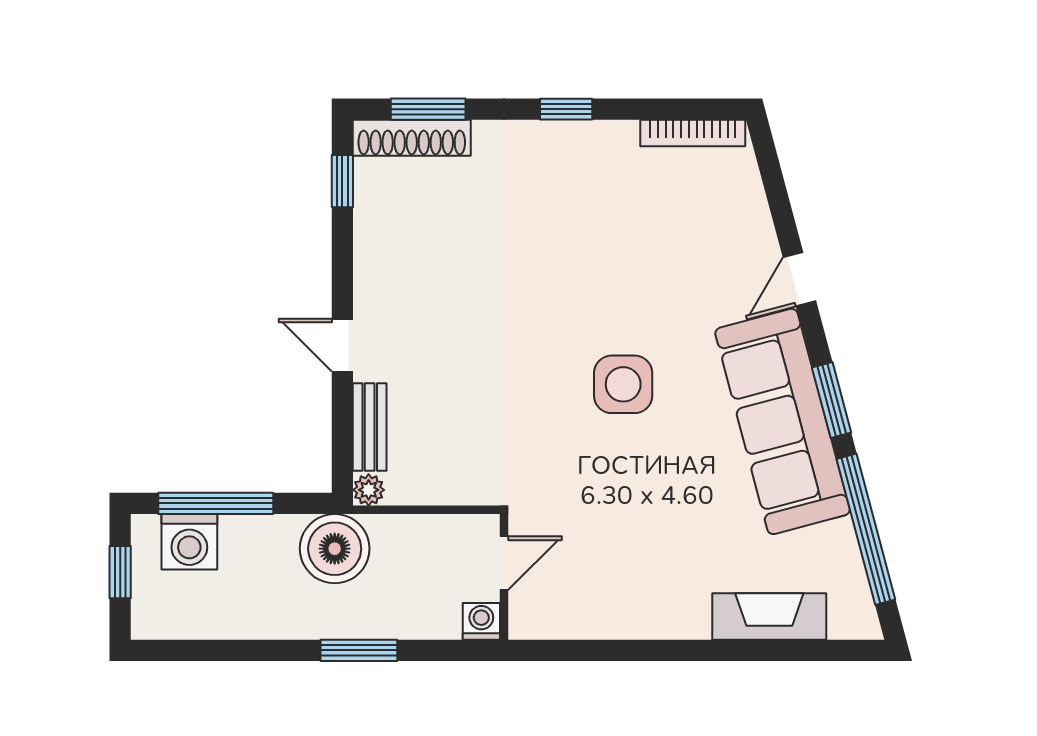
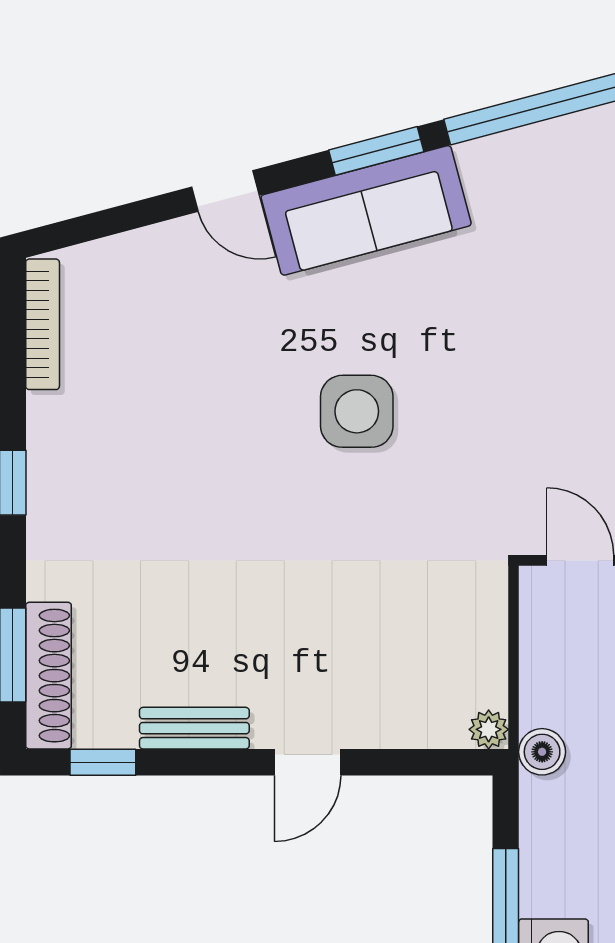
sofa: (782, 421) -> (366, 210), width x0.74, depth x0.79
bench: (370, 427) -> (194, 728), moved
boiler: (335, 549) -> (542, 752), width x0.54, depth x0.54

